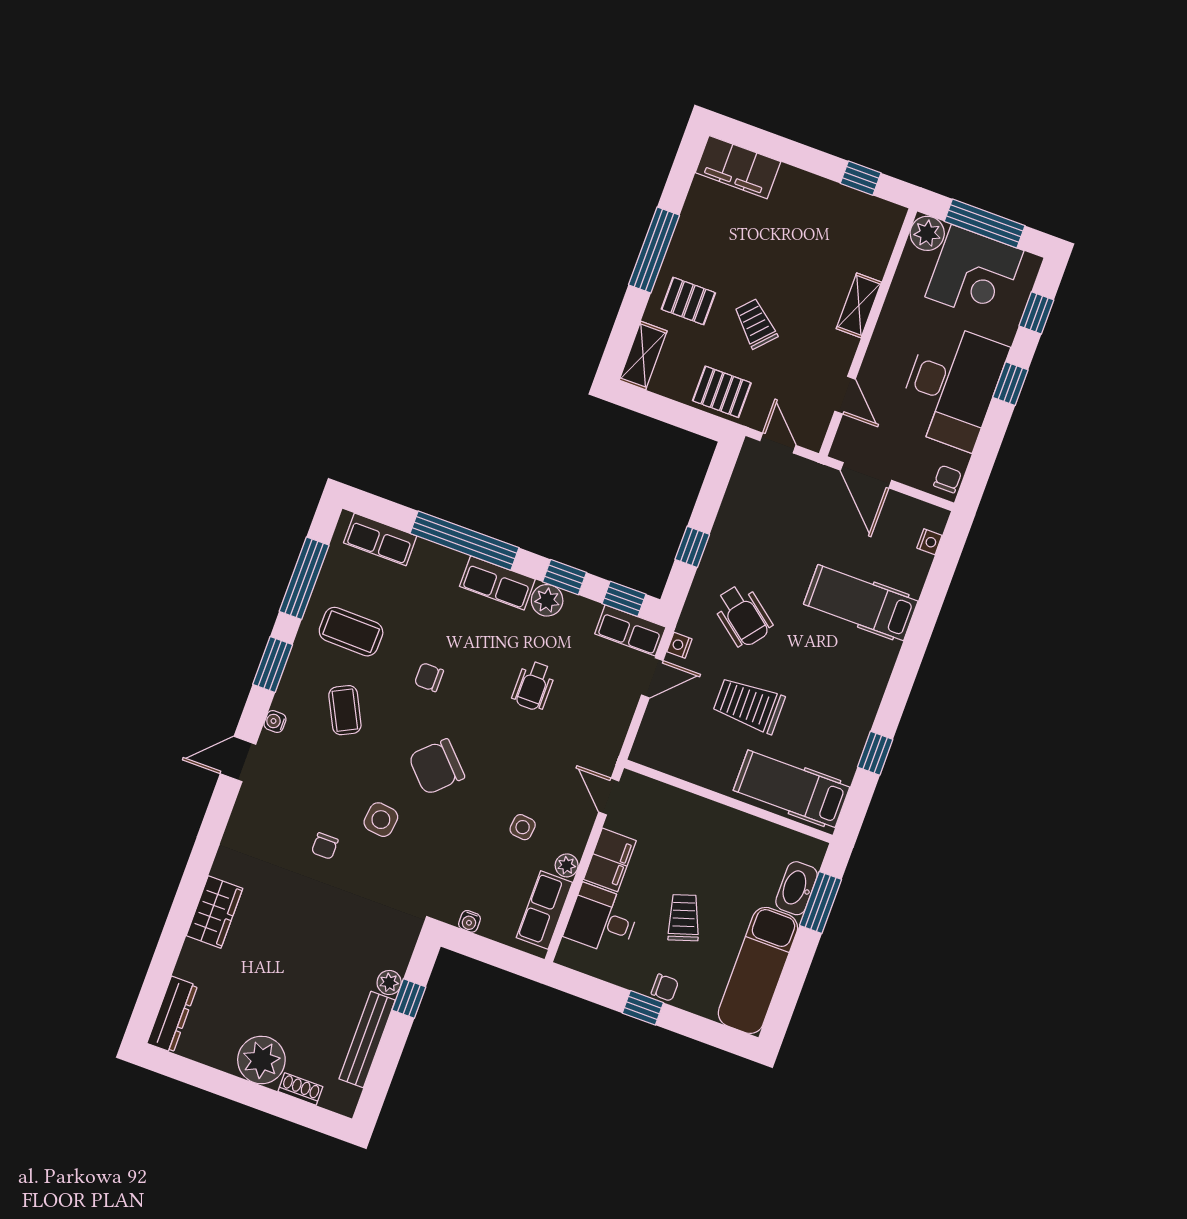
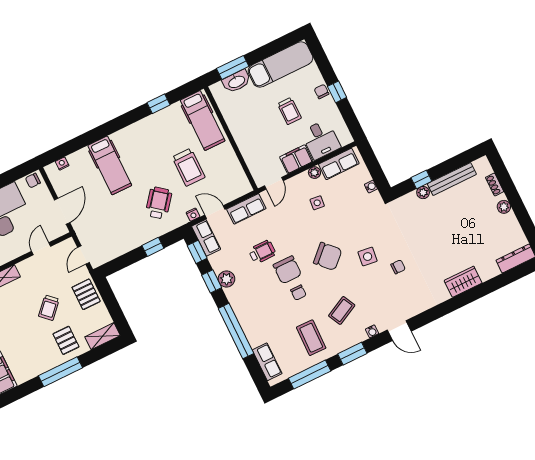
row of seats: (497, 583) -> (246, 209), moved, turned 90
chair: (475, 694) -> (287, 270), added
trolley: (684, 918) -> (289, 111), turned -72
plant: (261, 1060) -> (504, 207), width x0.53, depth x0.53

